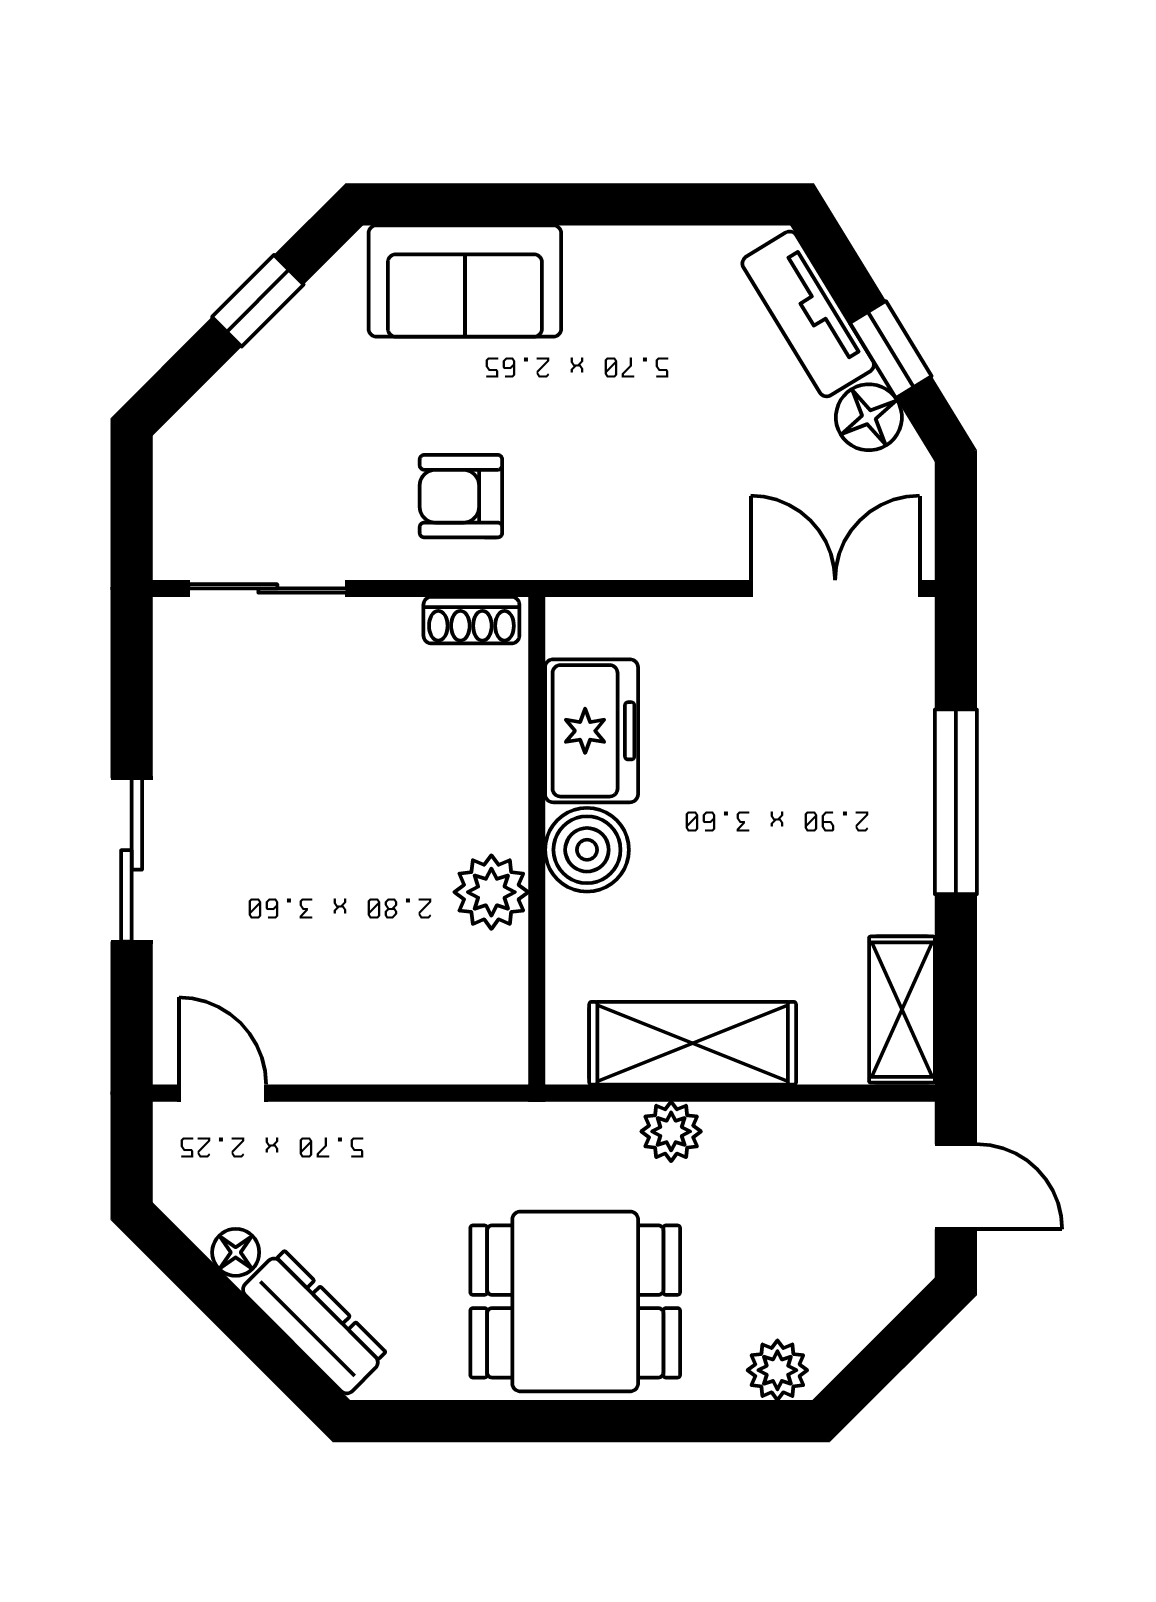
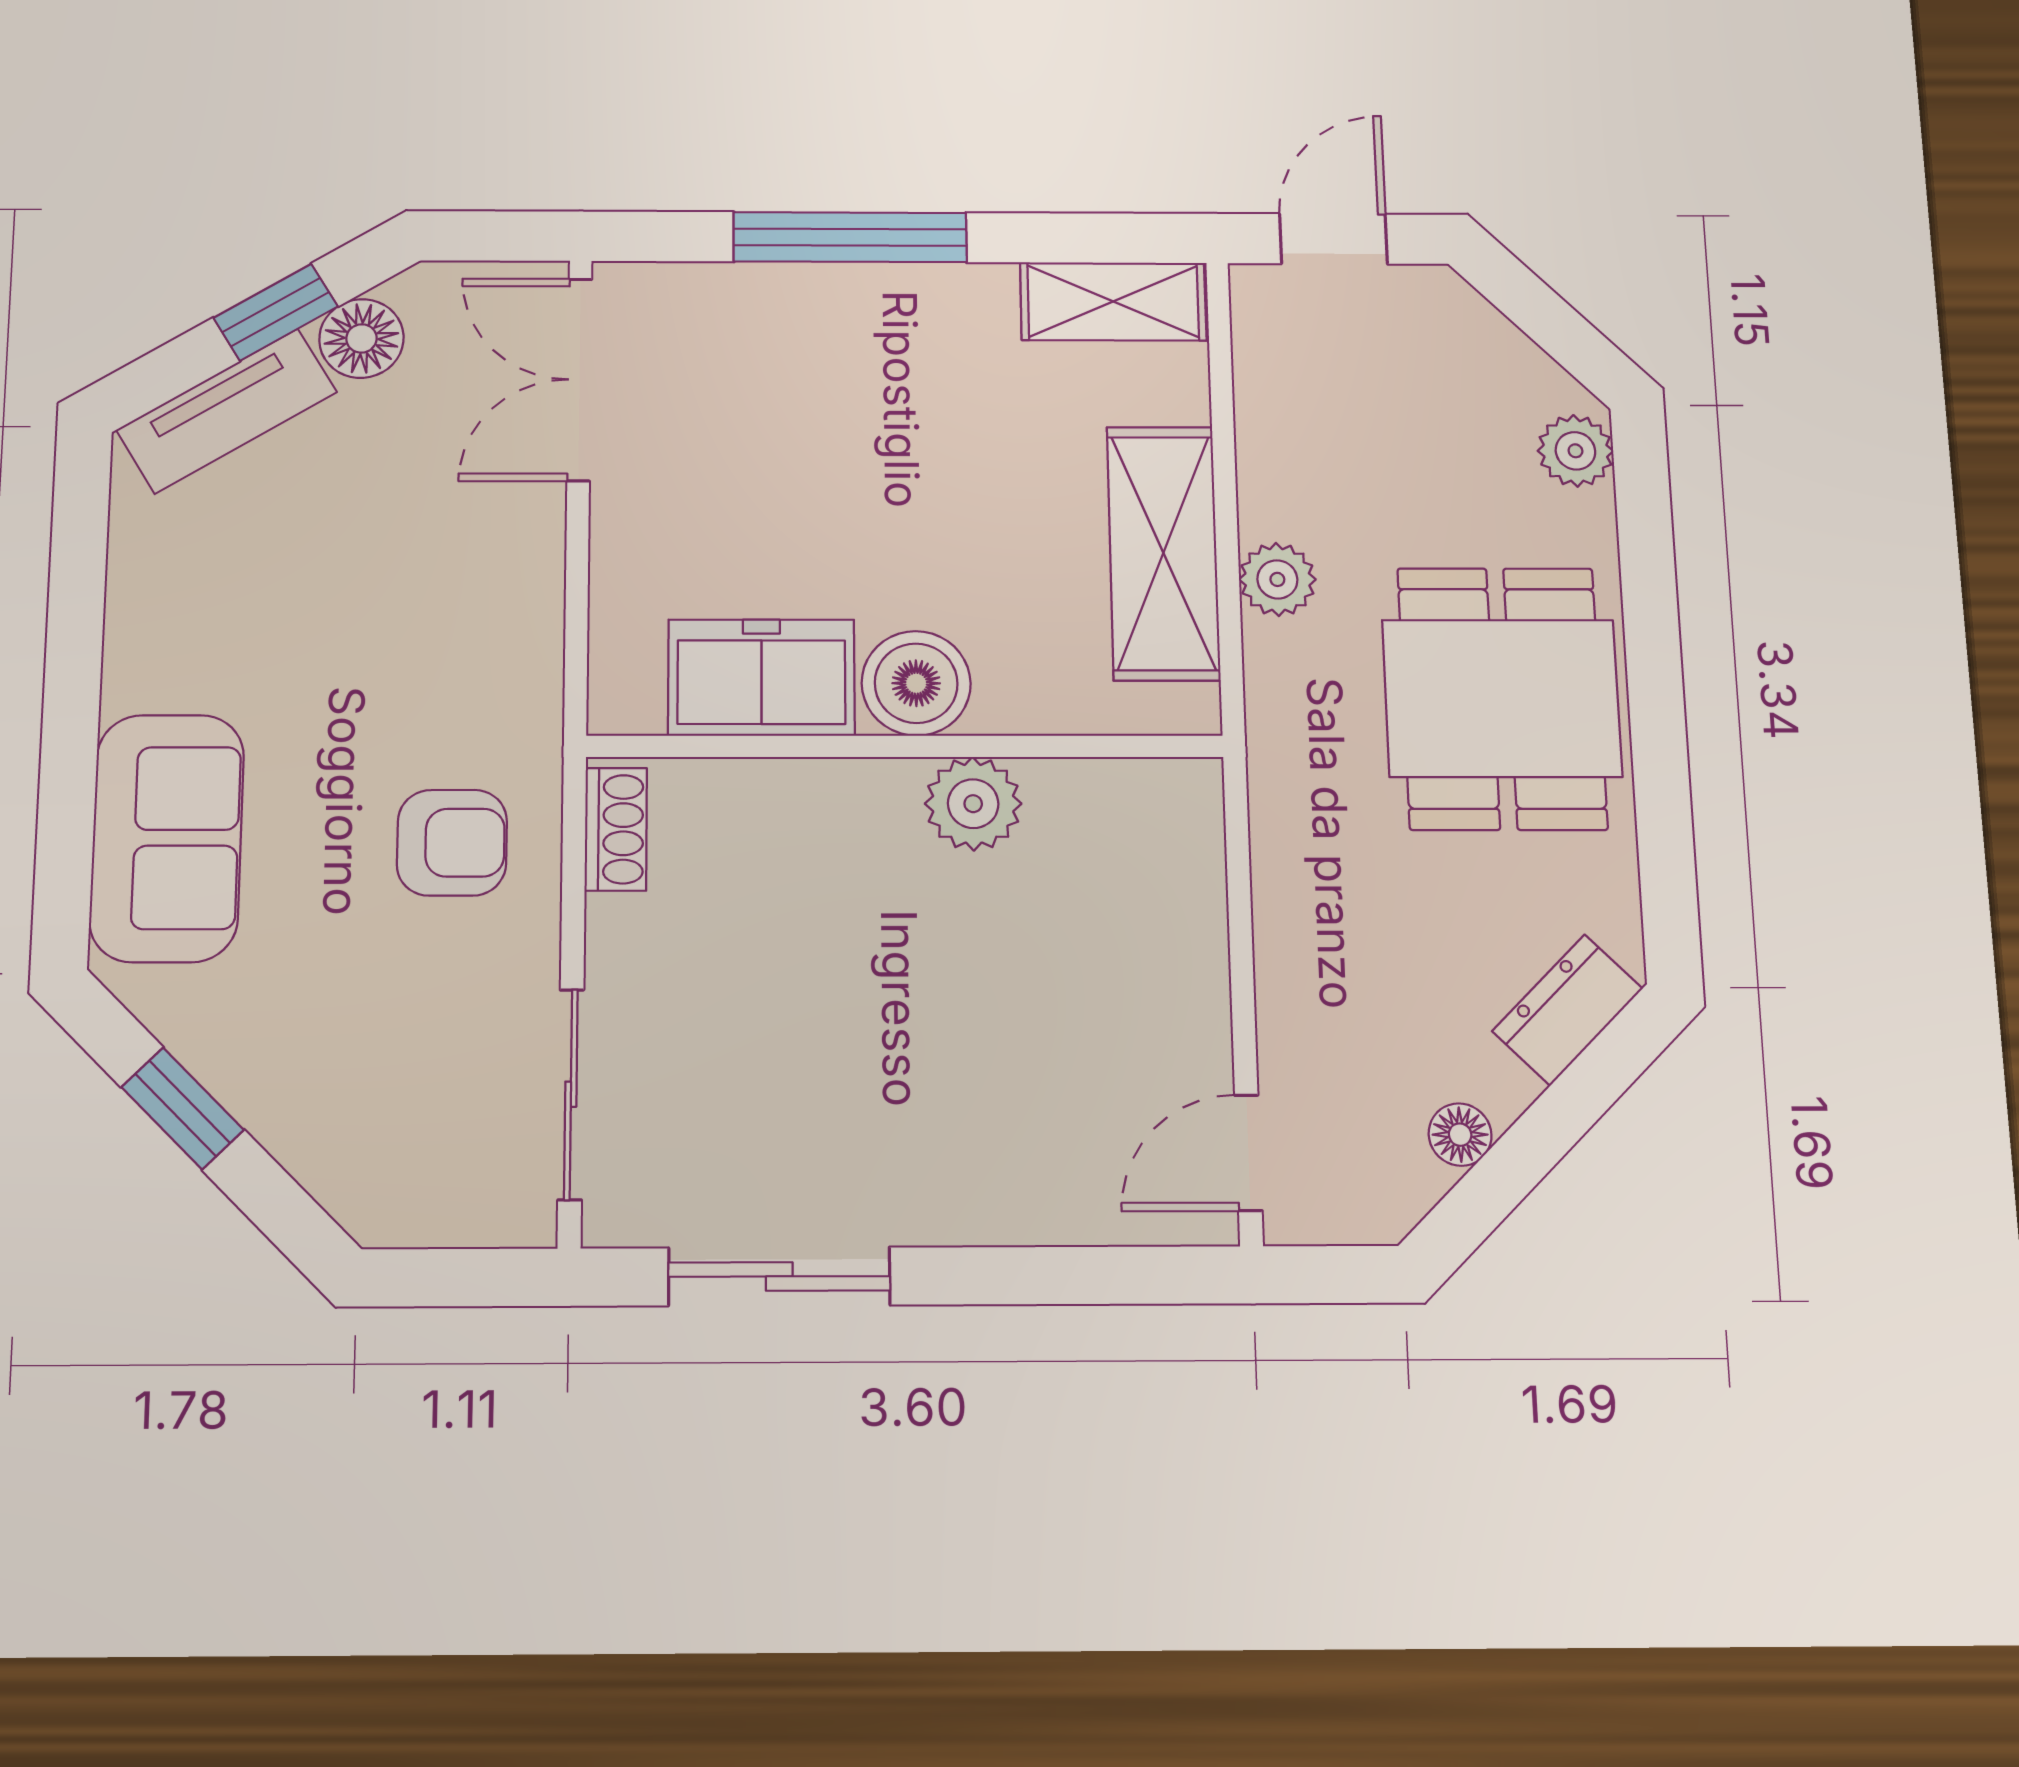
armchair: (461, 496) -> (452, 843), turned -90
sliding door: (132, 860) -> (779, 1276), moved
dresser: (314, 1322) -> (1568, 1010), width x0.70

